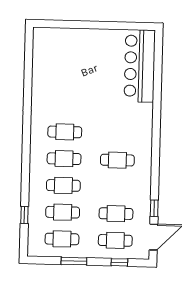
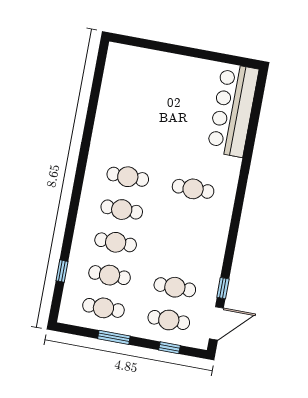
cafe table: (117, 160) -> (193, 189), moved

